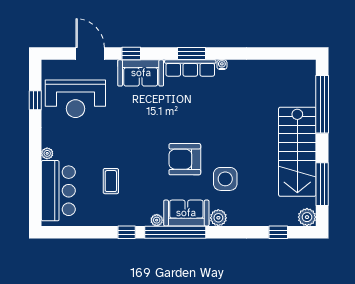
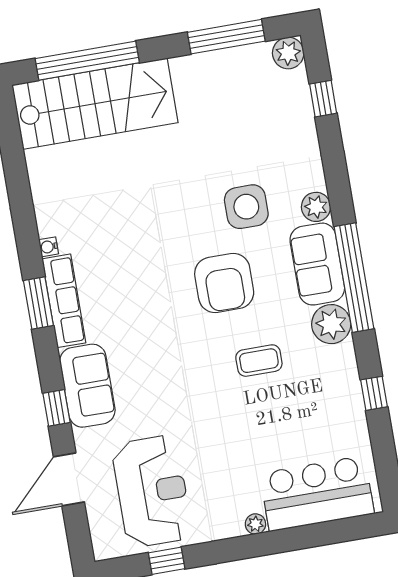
stairs: (297, 152) -> (95, 104), moved
coffee table: (111, 181) -> (259, 361), moved
plant: (157, 220) -> (331, 324), width x1.88, depth x1.88
window: (127, 232) -> (374, 393), moved

